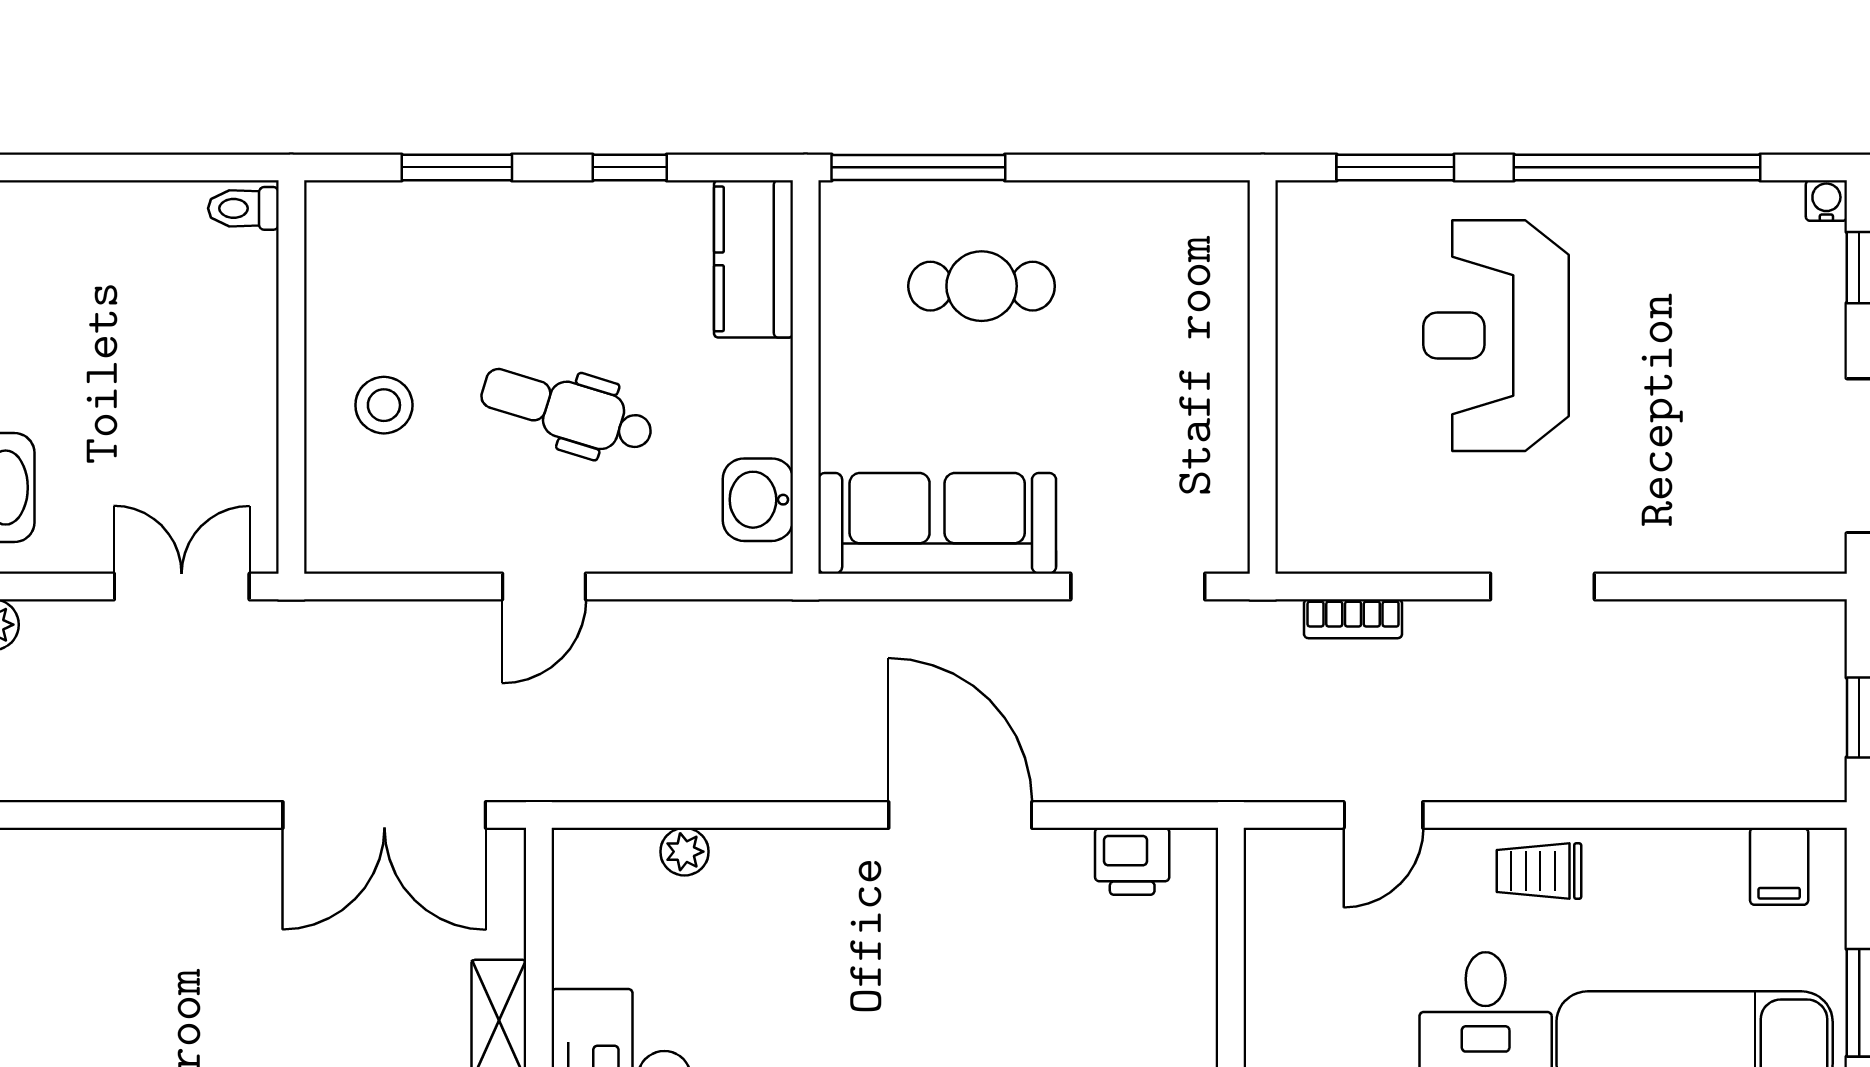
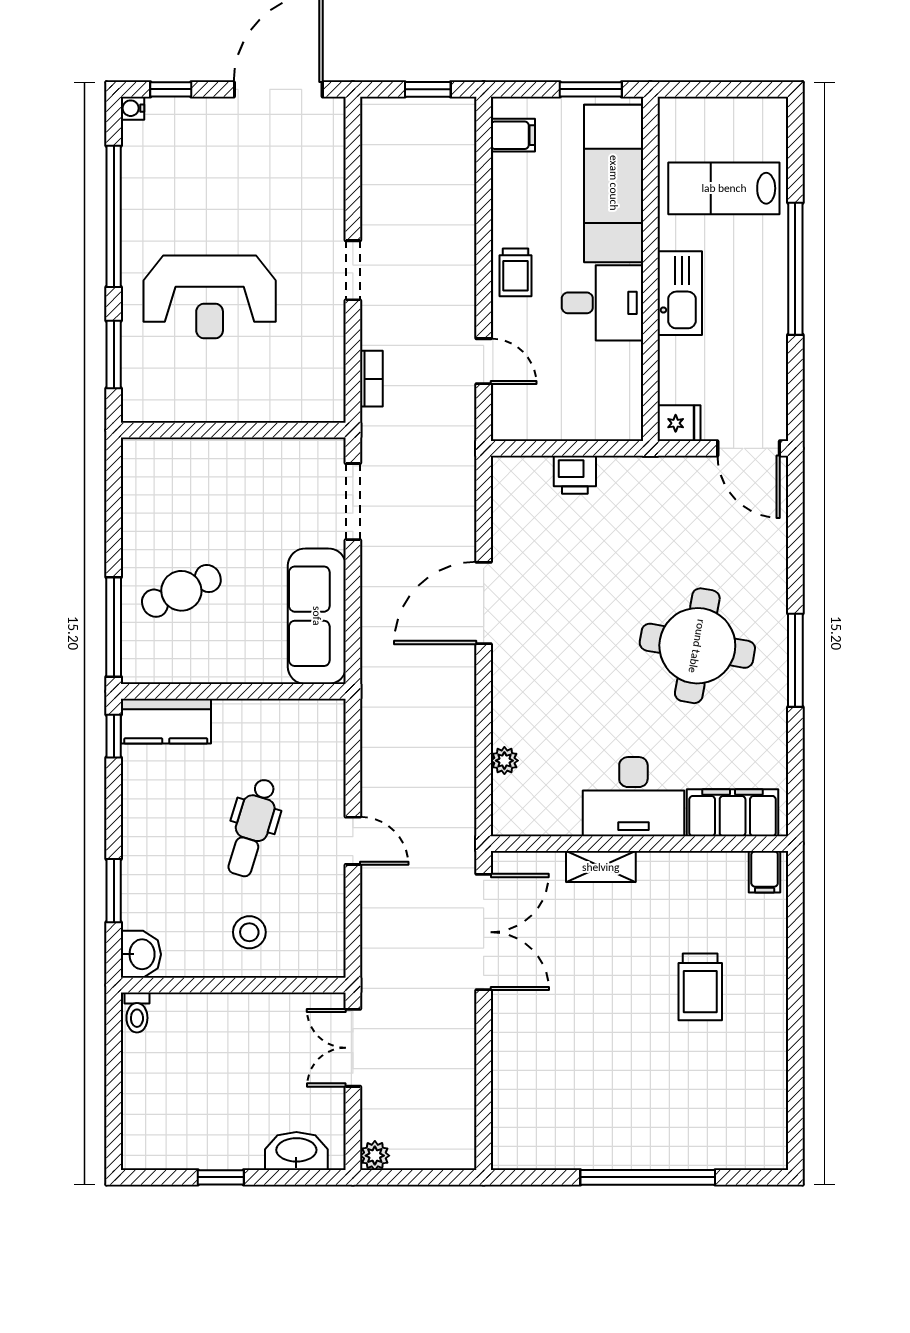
window: (630, 167) -> (114, 736), moved
cafe table: (982, 286) -> (181, 591), turned 65
washbasin: (758, 500) -> (141, 954), moved, turned -90
printer: (1132, 861) -> (575, 475), moved, turned 90

